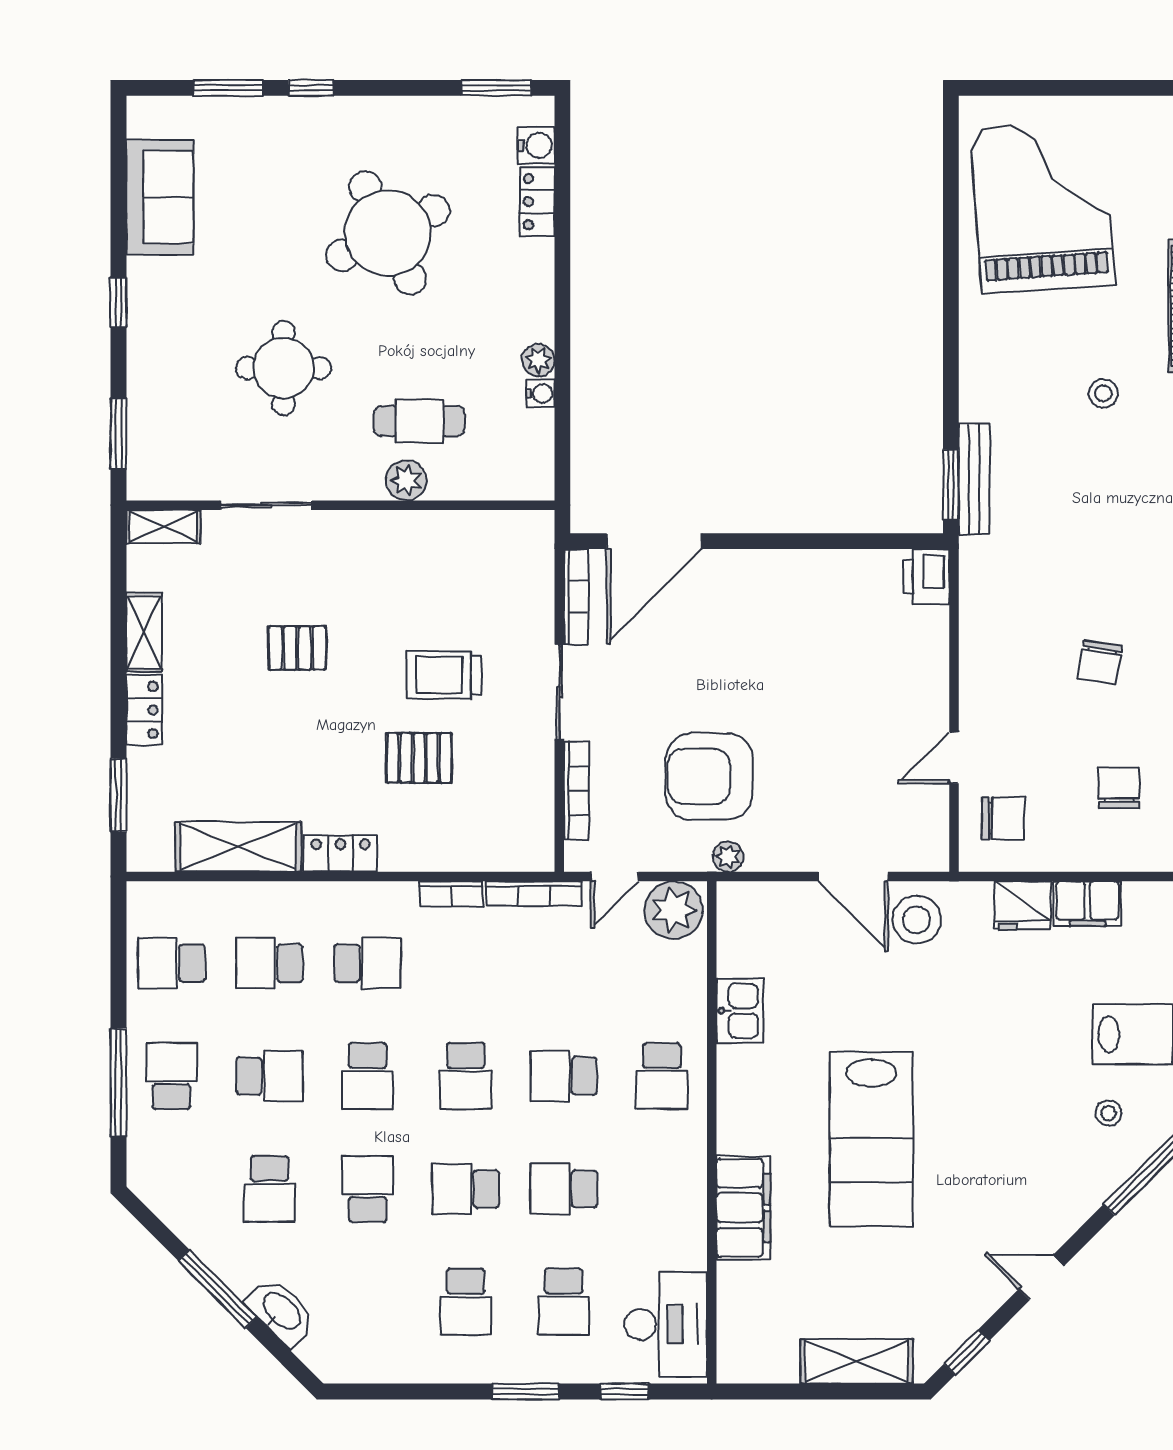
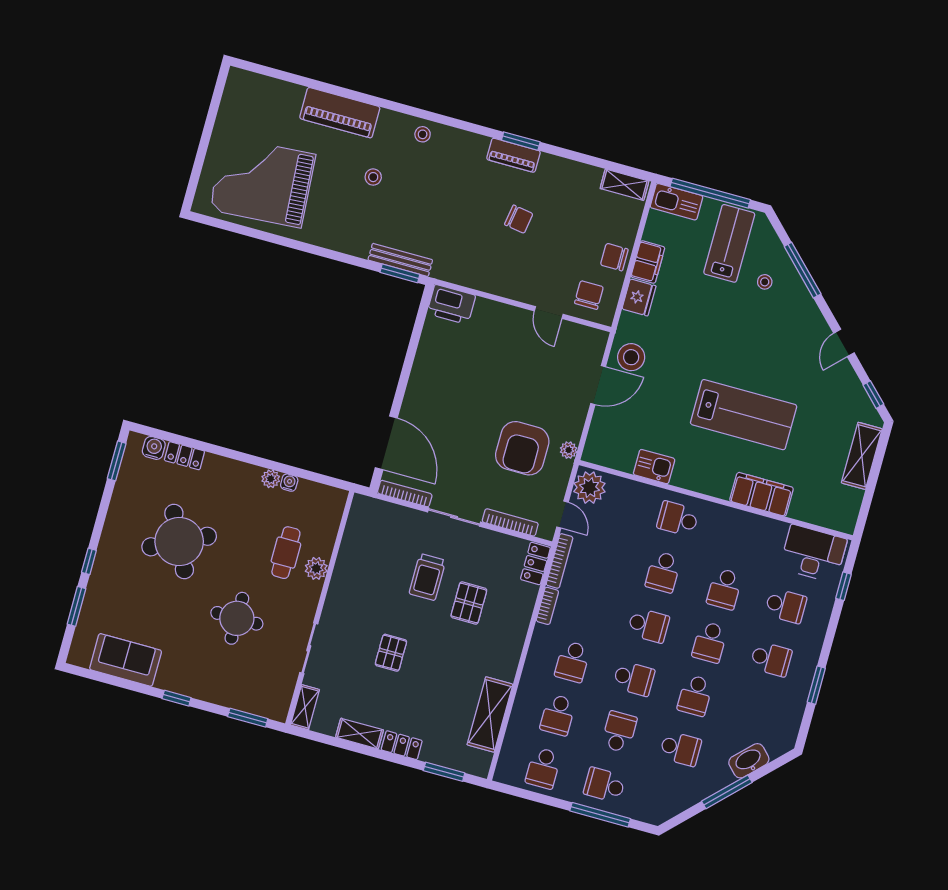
printer: (926, 577) -> (451, 304), width x1.37, depth x1.19
chair: (1119, 788) -> (614, 257), moved
locker: (340, 853) -> (535, 564), moved
school desk: (368, 963) -> (573, 662), turned 180
school desk: (662, 1076) -> (678, 519), turned 180
school desk: (368, 1189) -> (695, 695), turned -90
window: (525, 1392) -> (816, 685), moved

